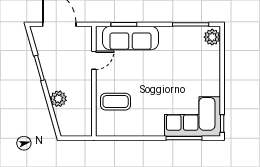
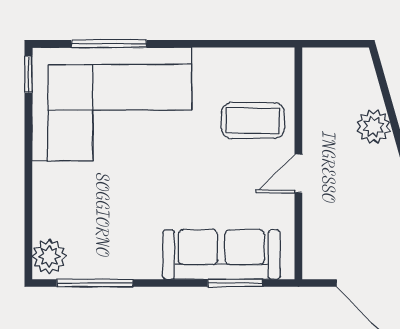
door: (94, 60) -> (298, 173), moved
corner sofa: (193, 116) -> (112, 104), width x1.36, depth x1.36

